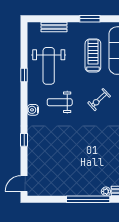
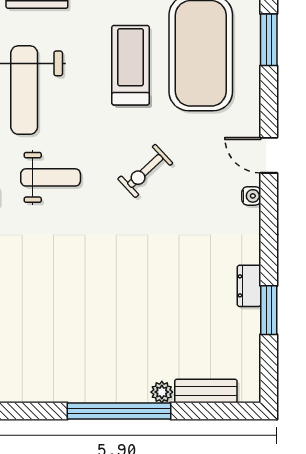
weight bench: (60, 102) -> (51, 177), turned 180

